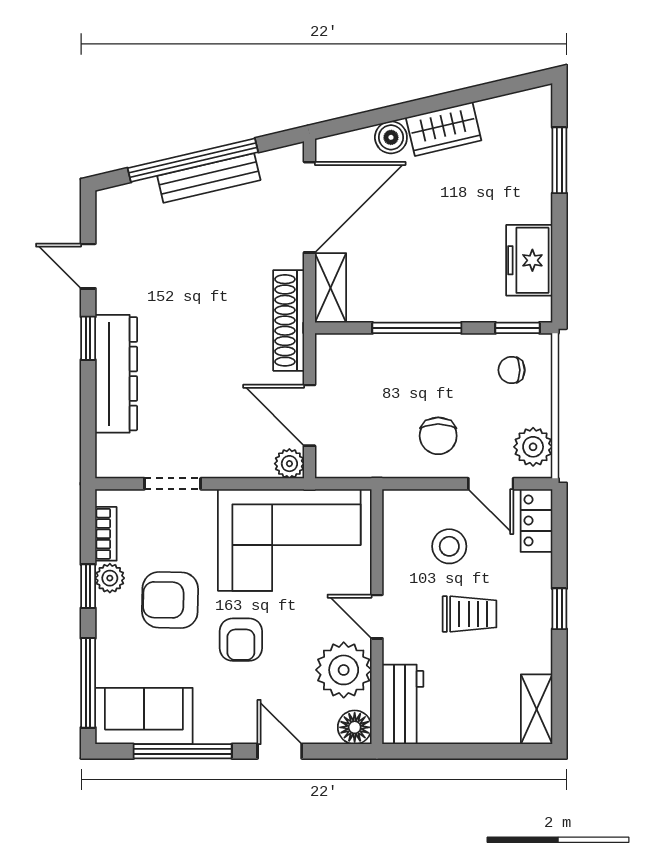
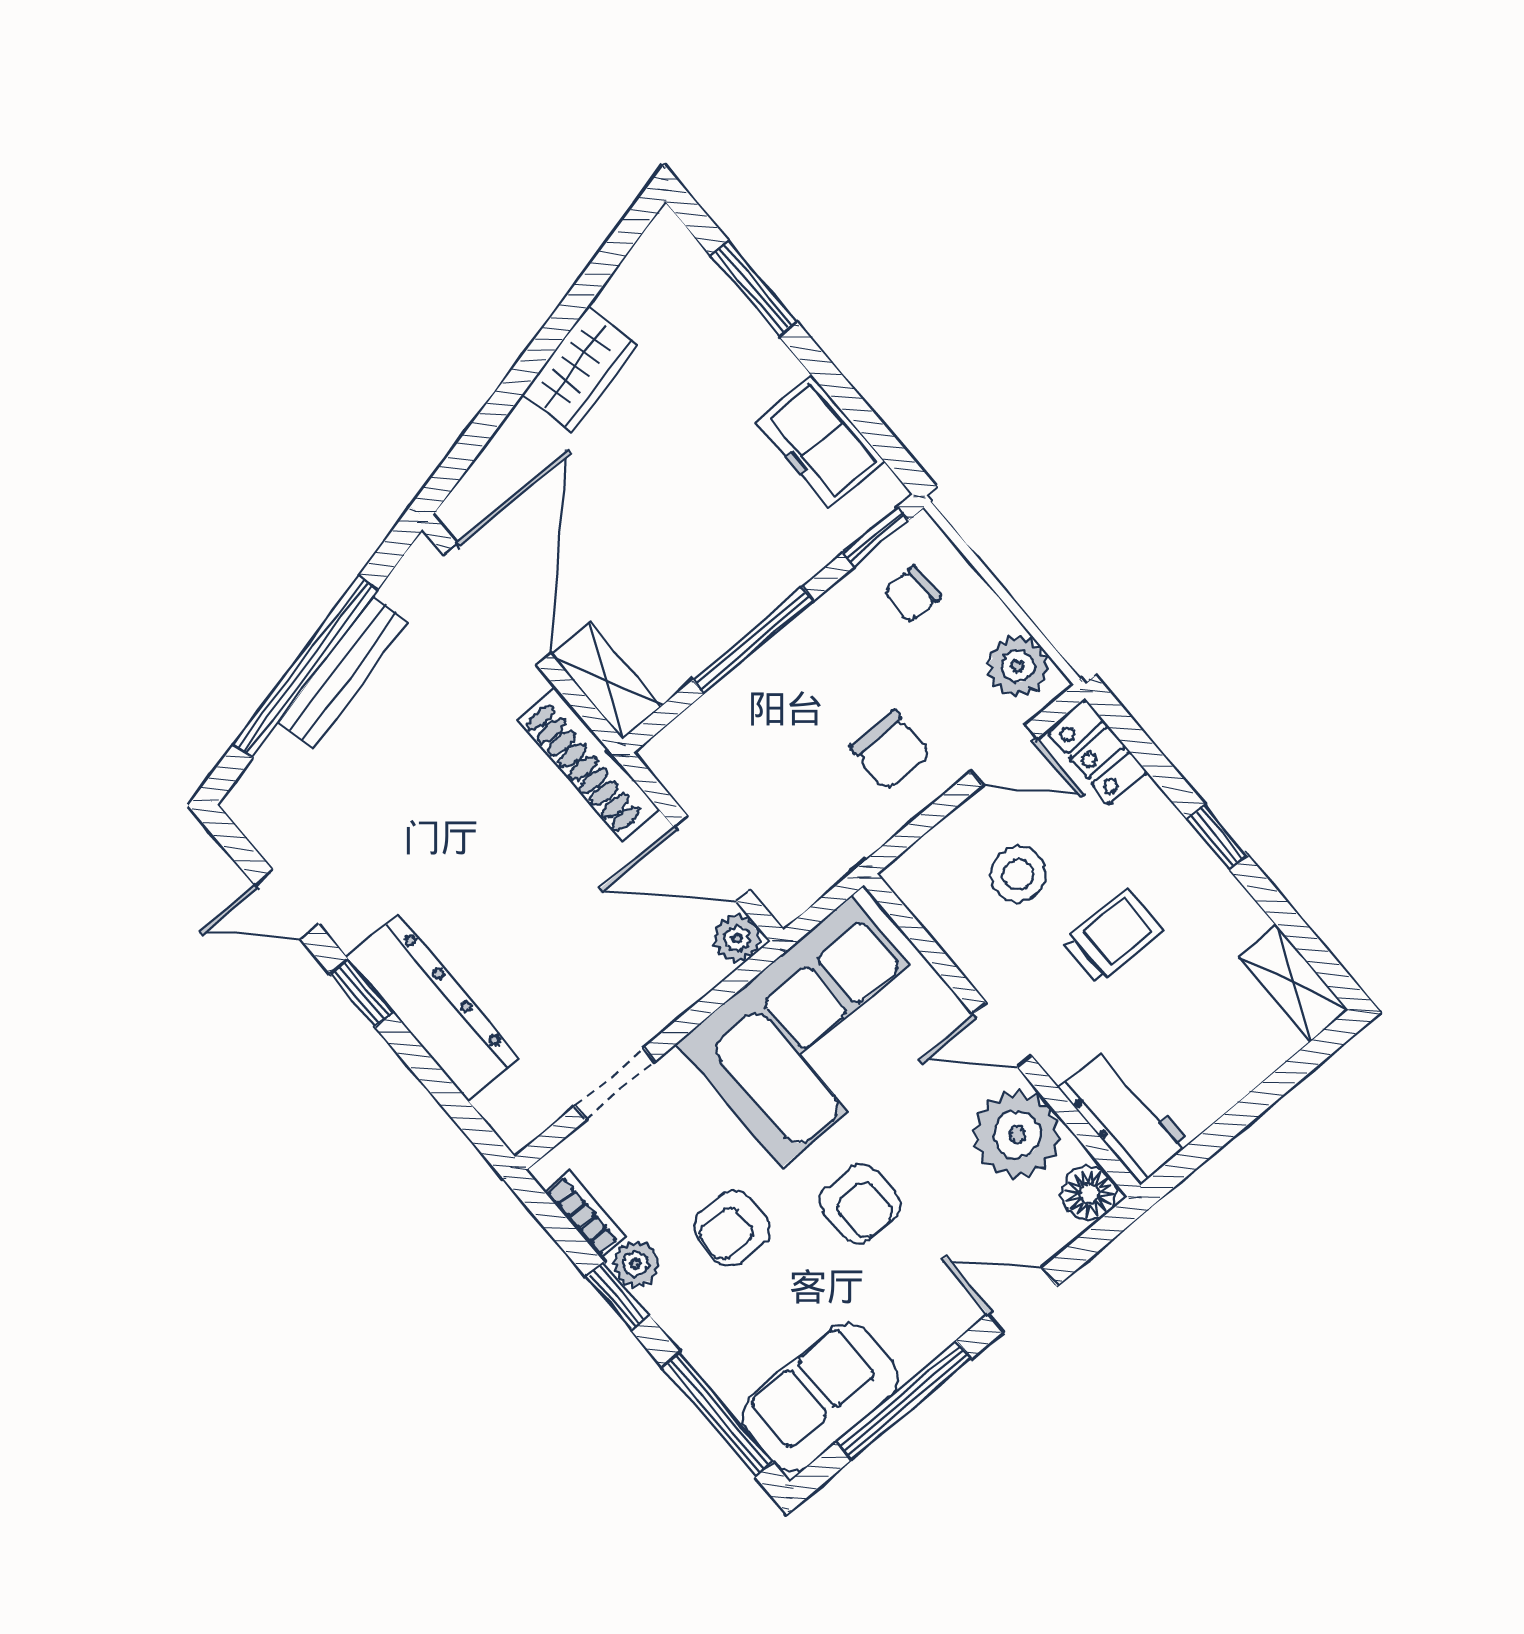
boiler: (391, 137) -> (524, 434), removed
armchair: (170, 600) -> (732, 1228), width x0.72, depth x0.72

